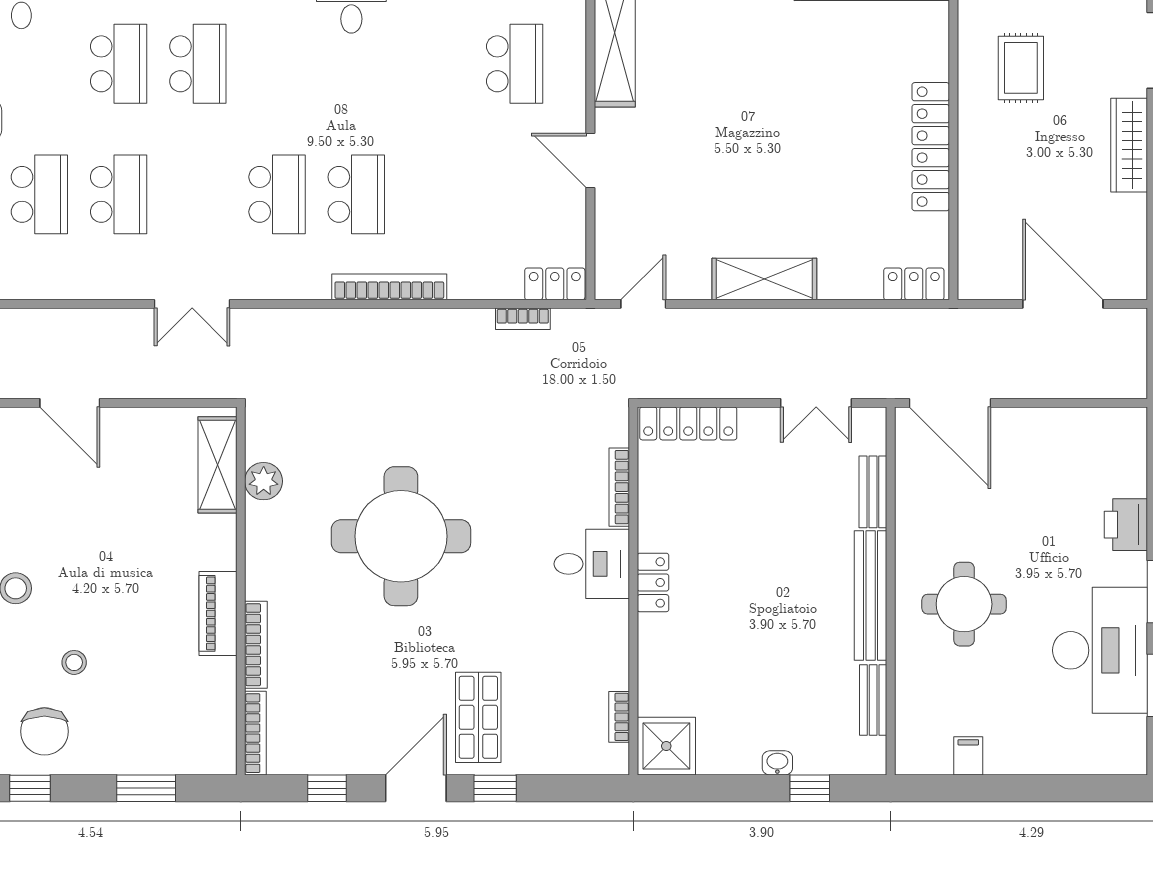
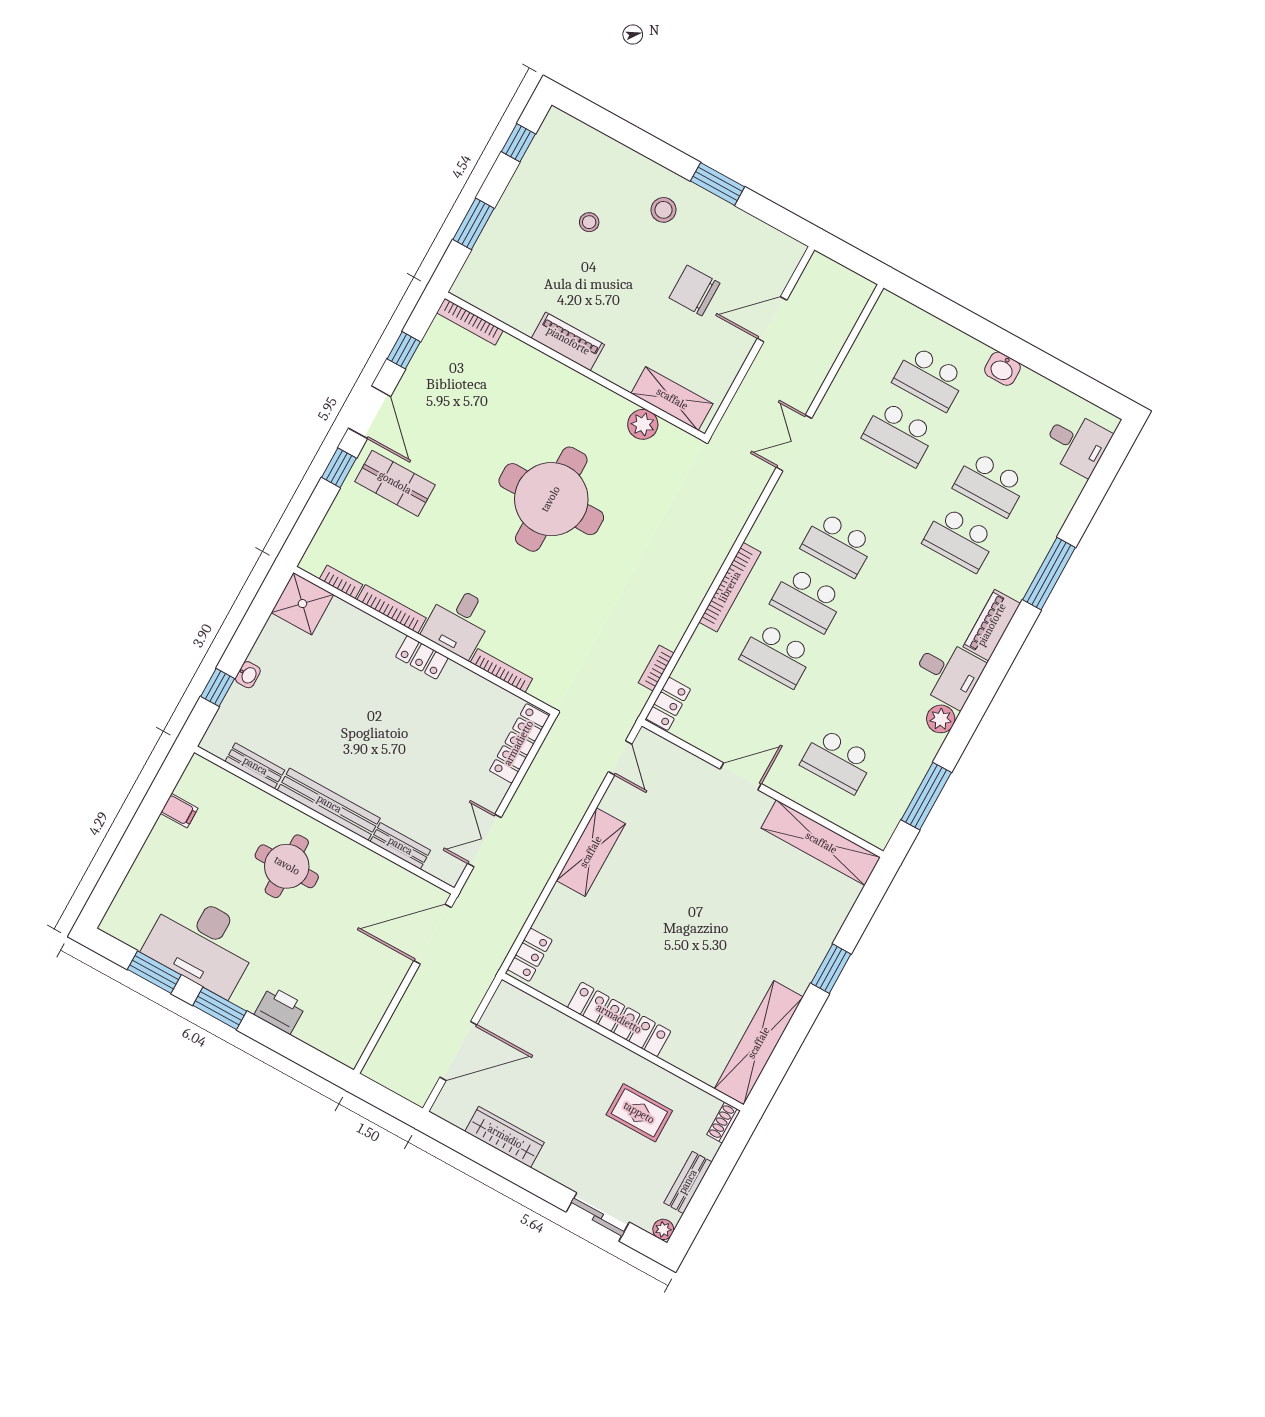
wardrobe: (1129, 145) -> (505, 1137), moved
school desk: (435, 194) -> (777, 655), added
bookcase: (256, 645) -> (392, 609), moved, turned 180
chair: (44, 731) -> (695, 290), moved

